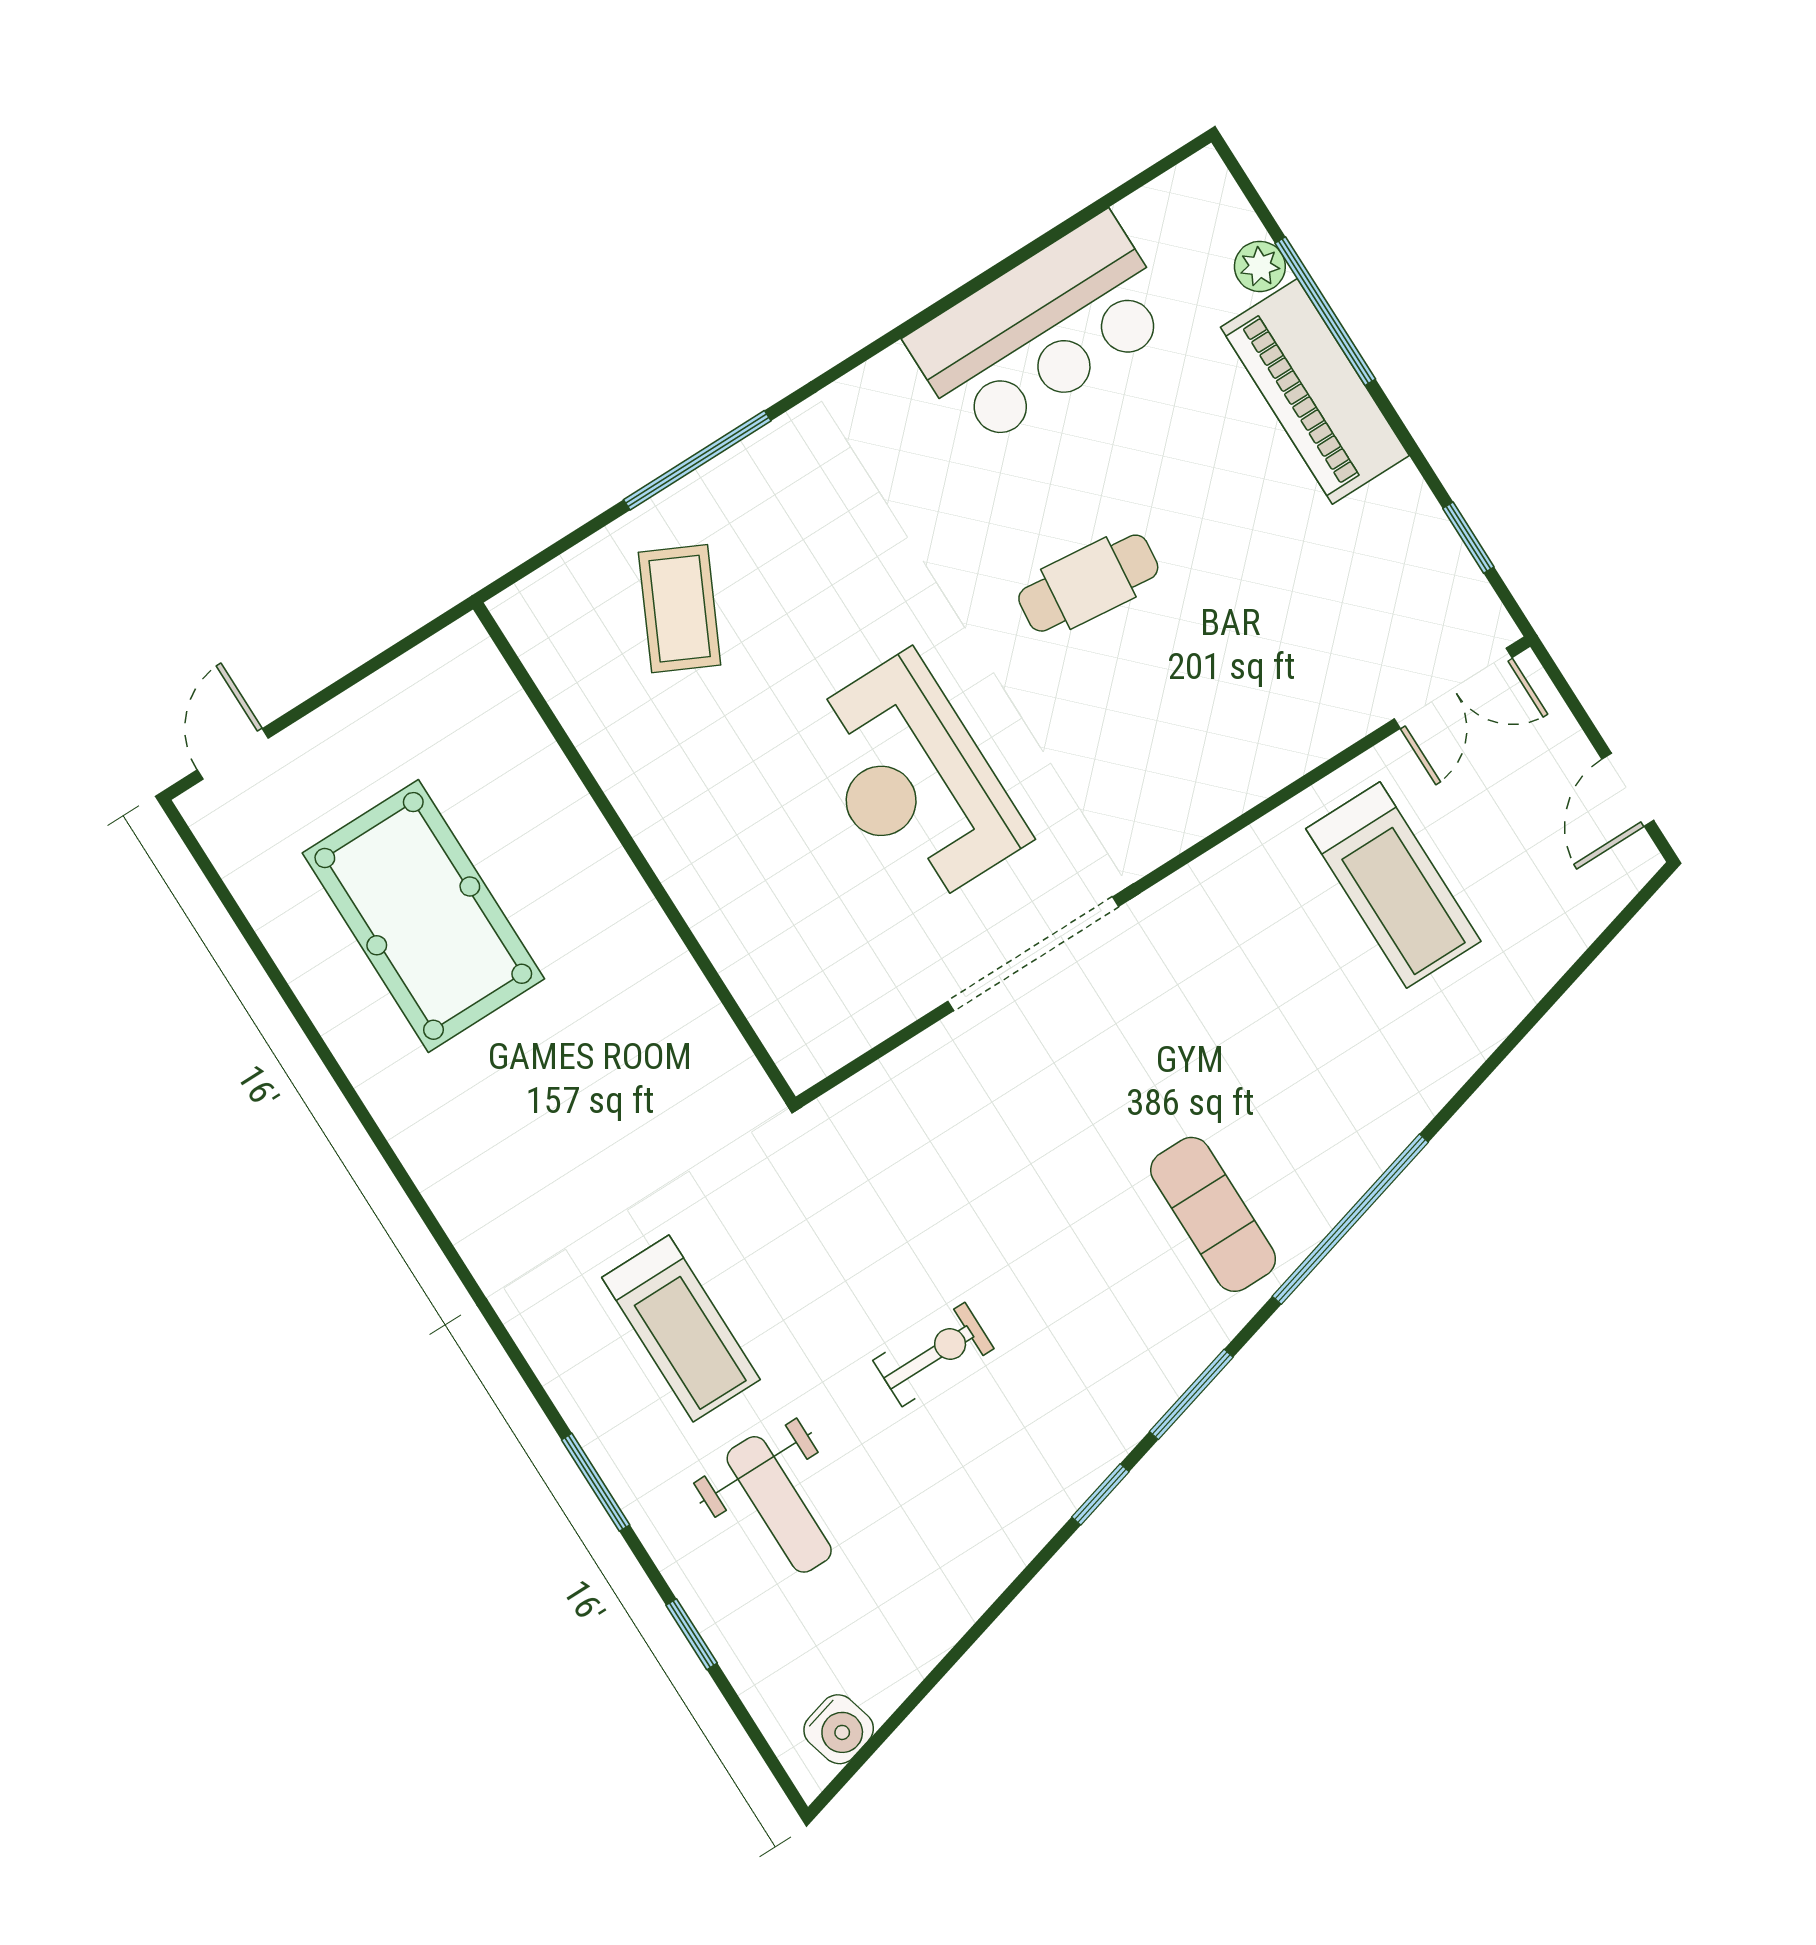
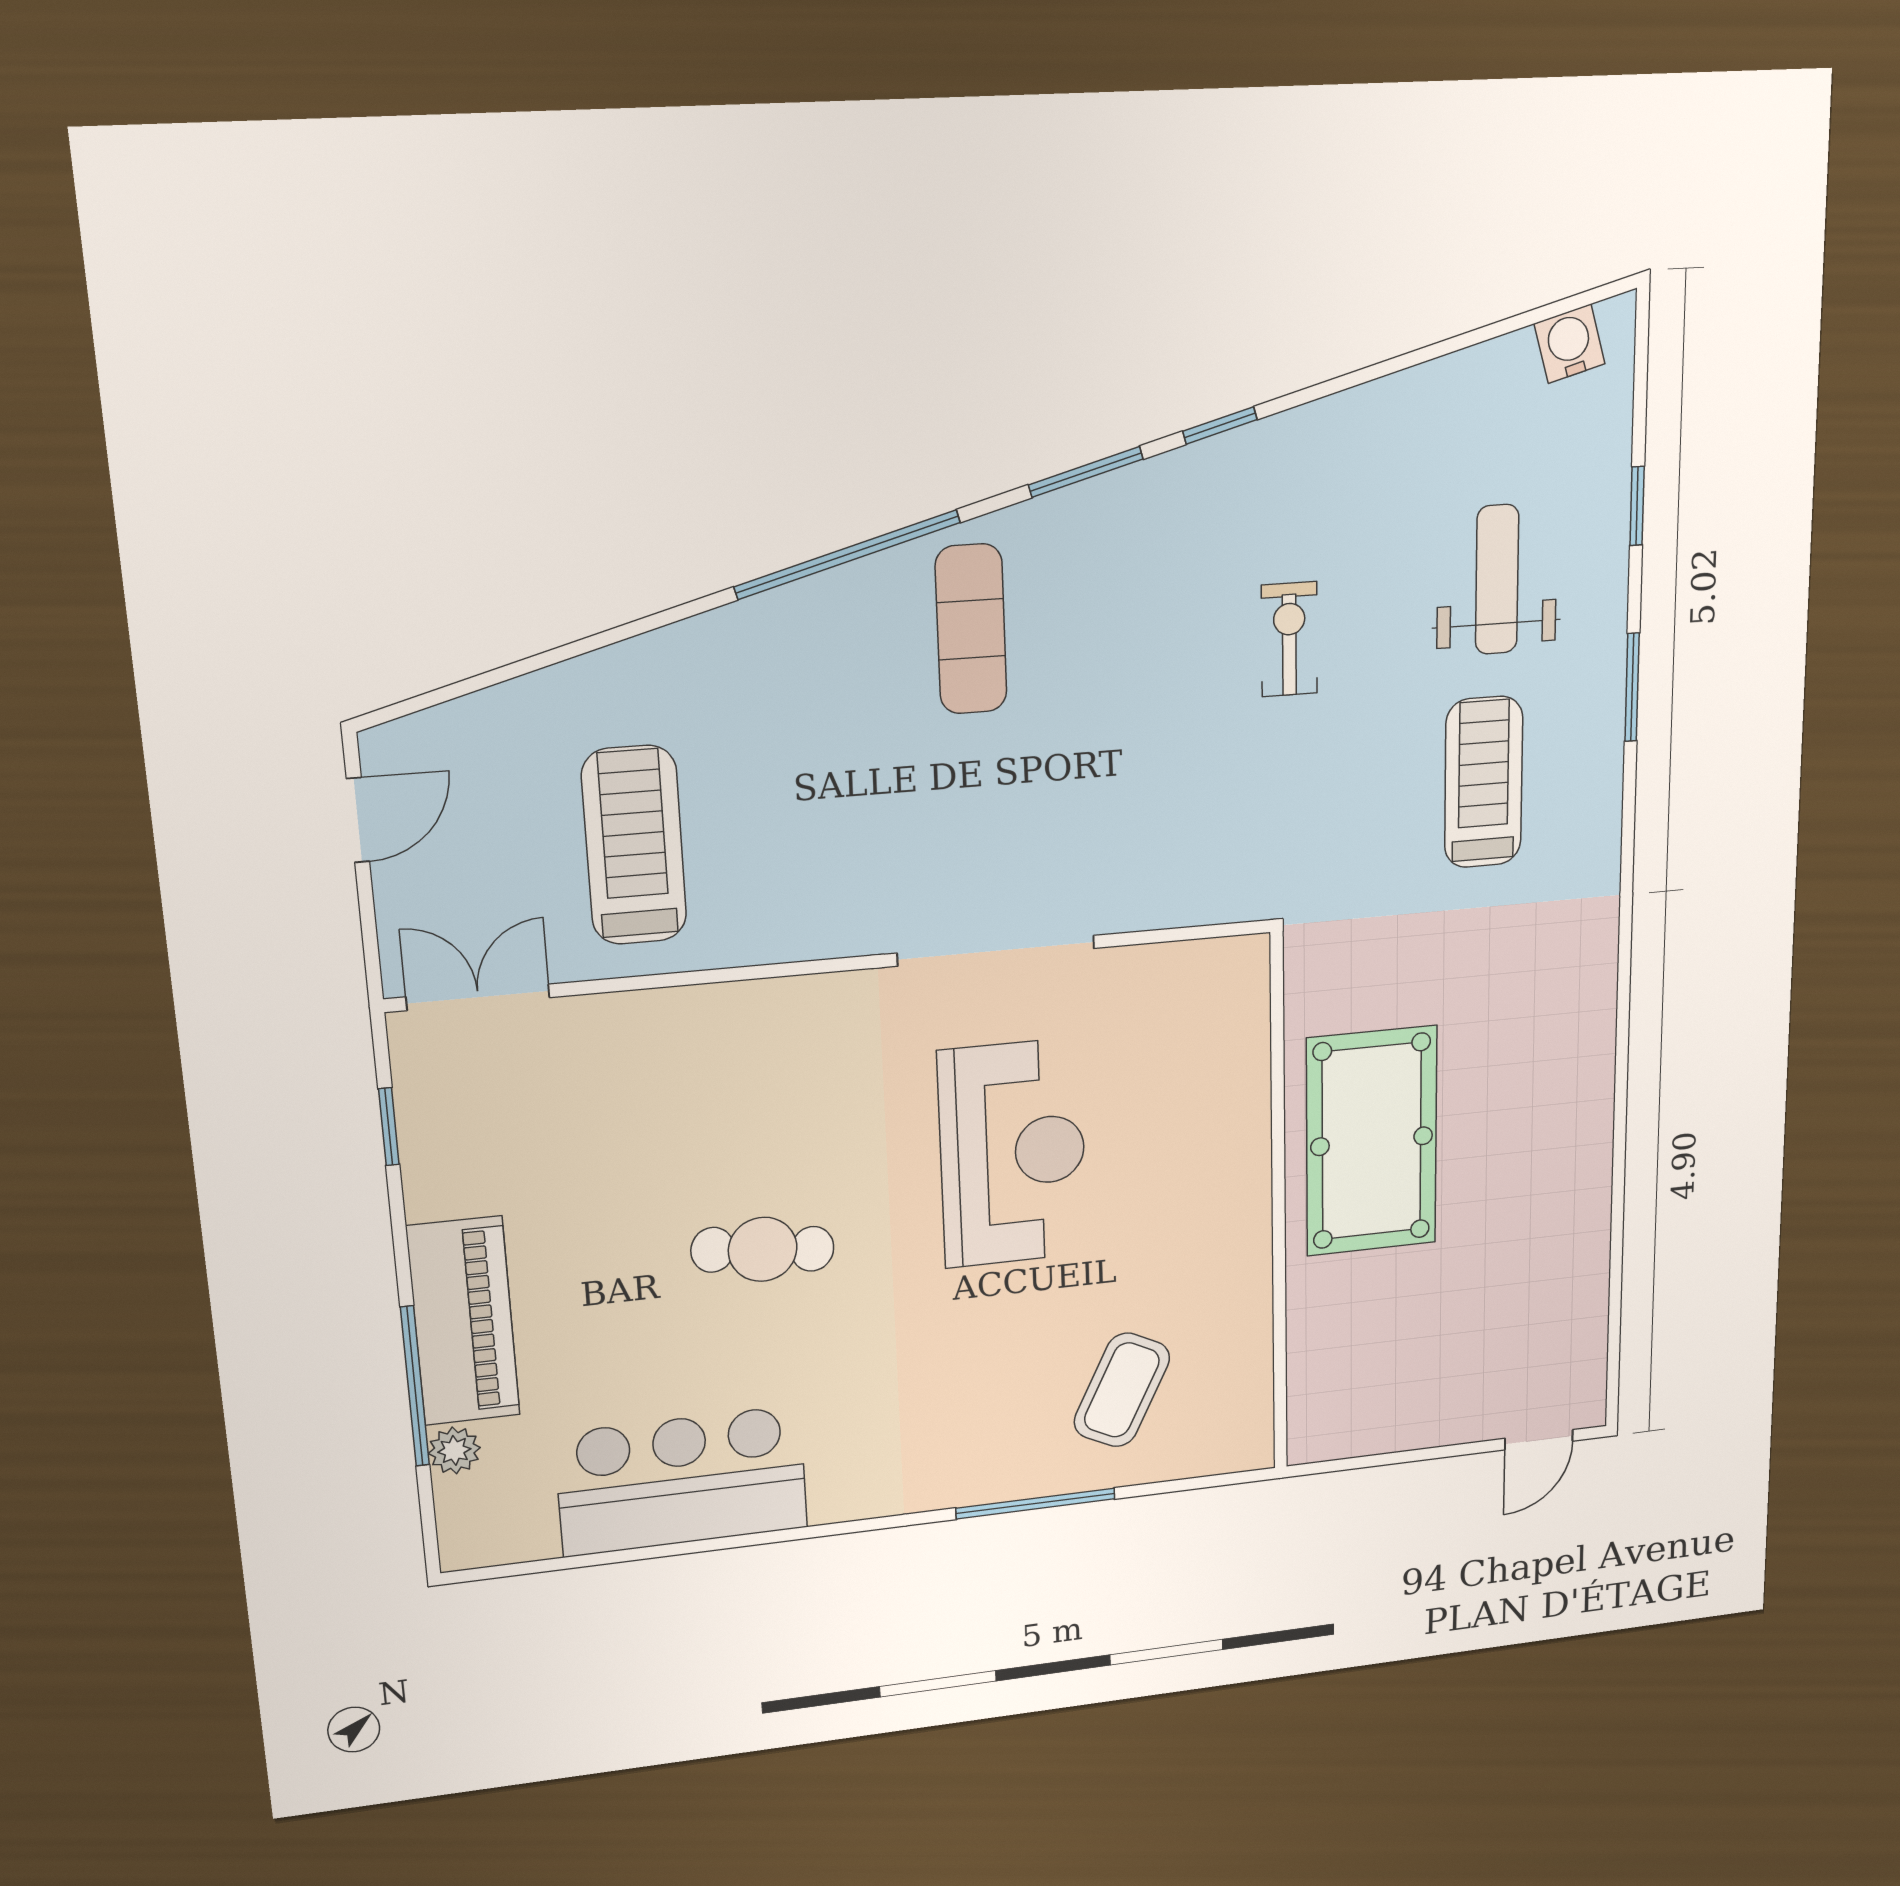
pool table: (423, 916) -> (1372, 1141), moved
exercise bike: (933, 1354) -> (1289, 639), turned 90

